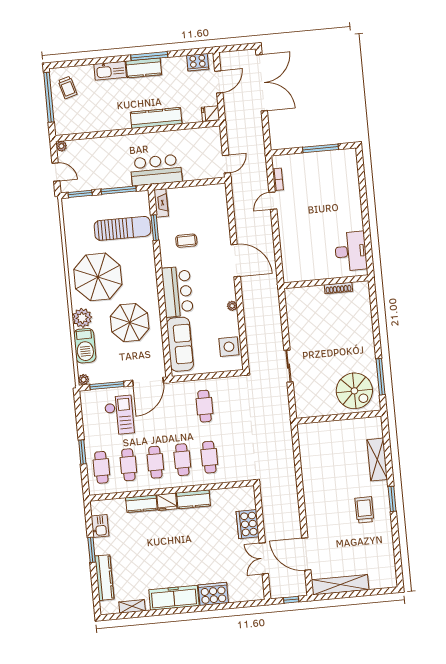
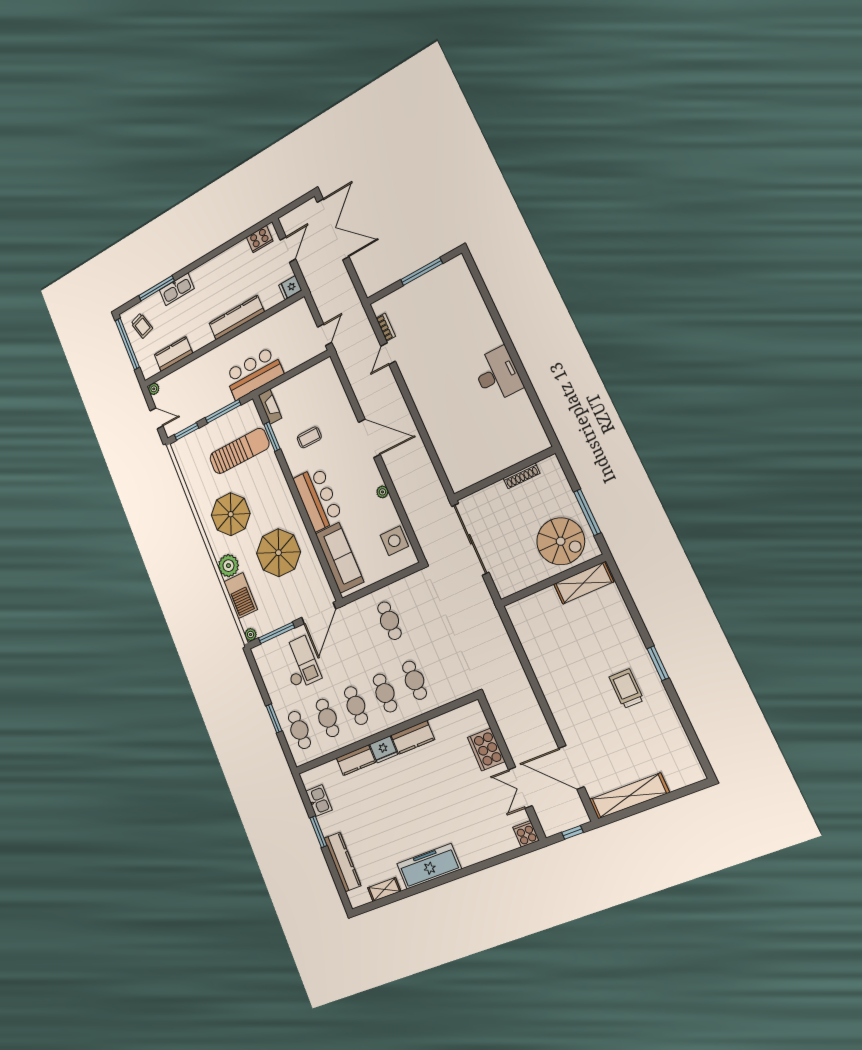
window: (149, 56) -> (156, 288), moved
kitchen counter: (144, 68) -> (173, 354), moved, turned 180
parasol: (98, 277) -> (231, 514), width x0.73, depth x0.73
wall: (326, 282) -> (504, 474), moved
shoe rack: (338, 288) -> (522, 476), moved
sliding door: (288, 366) -> (470, 539), width x1.86
shelving: (377, 460) -> (584, 583), moved, turned 90
cooker: (213, 594) -> (526, 834), moved, width x0.53, depth x0.76

